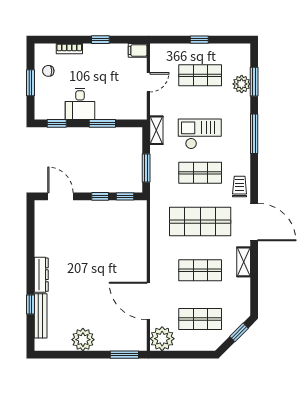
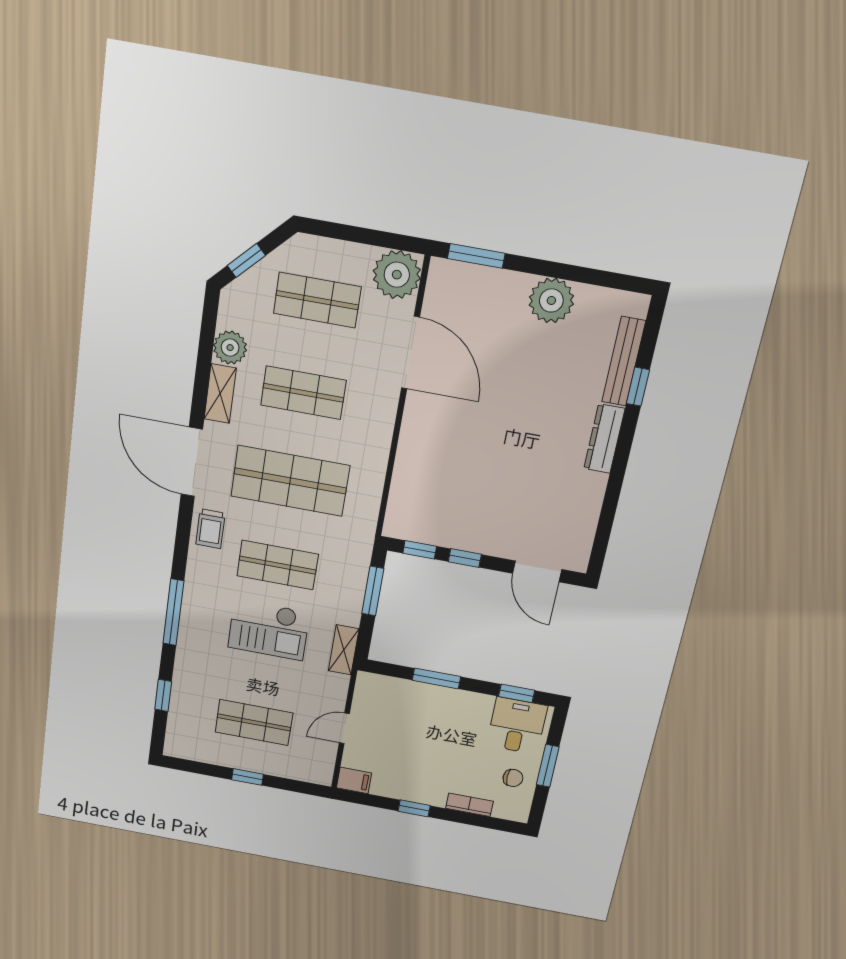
window: (254, 82) -> (163, 695), width x0.67
plant: (242, 84) -> (230, 348), moved
desk: (80, 104) -> (517, 726), moved

